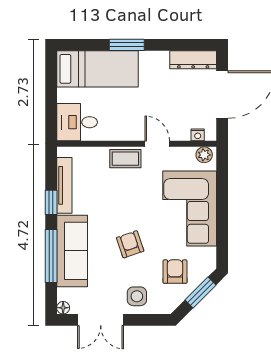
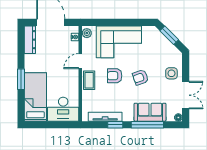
desk: (77, 122) -> (63, 109), width x1.37
sofa: (72, 251) -> (150, 112), width x0.73
armchair: (175, 272) -> (115, 76), moved

